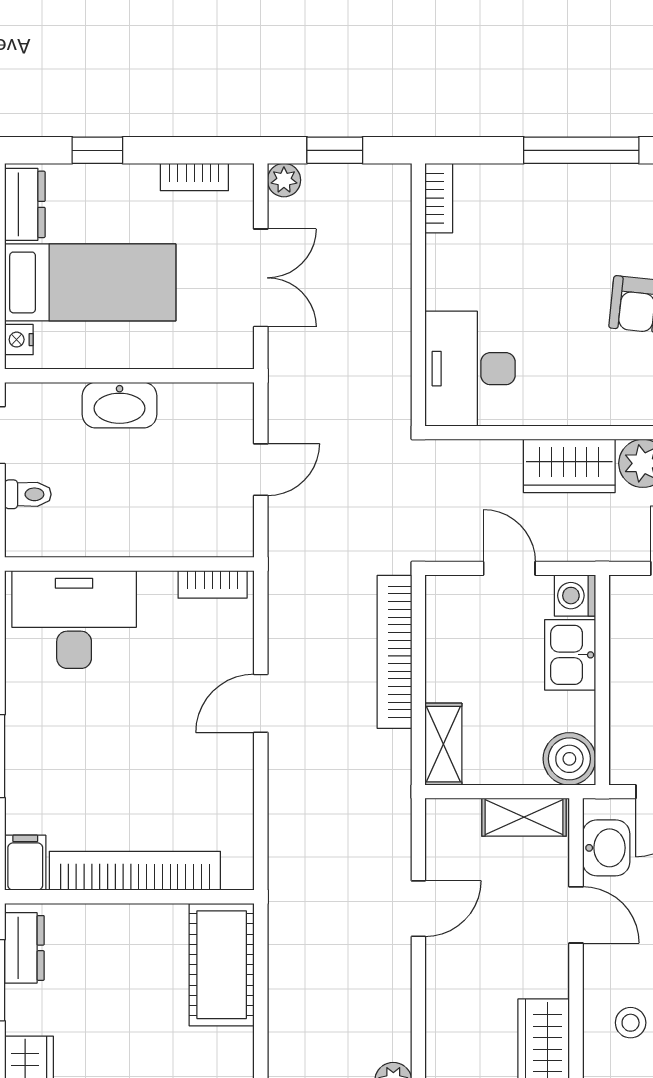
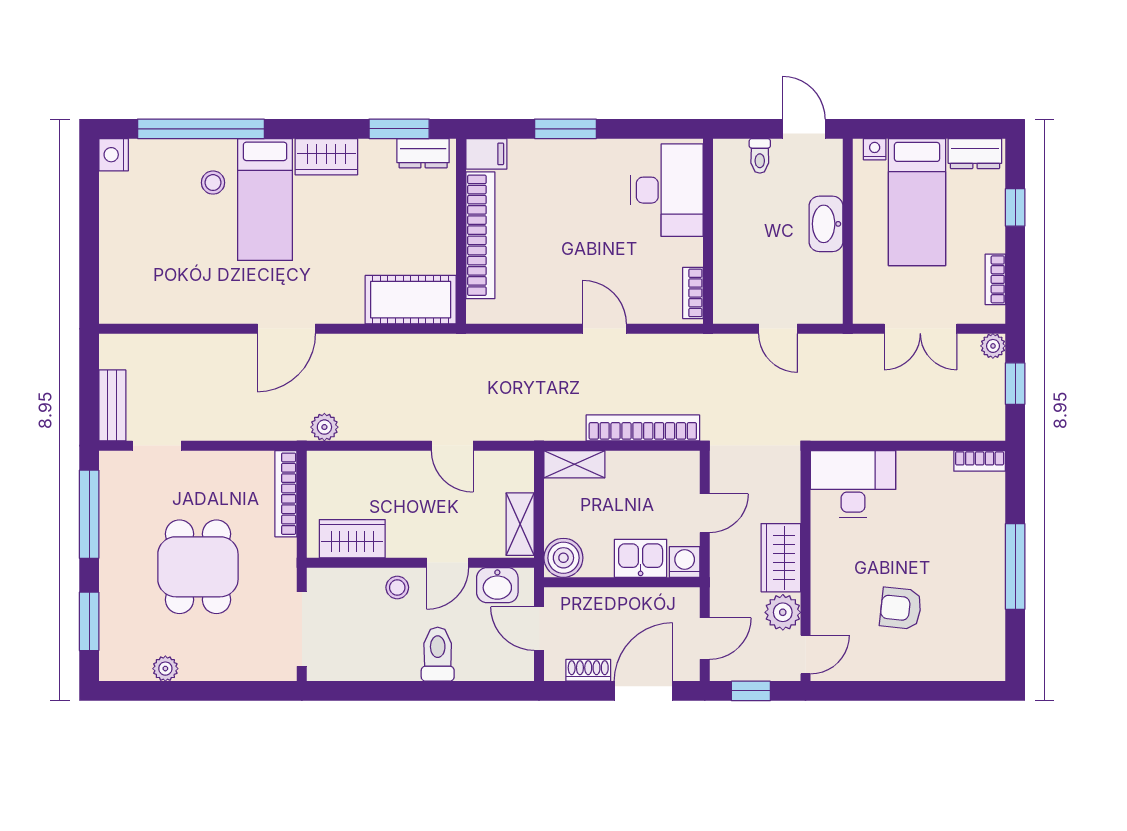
stool: (631, 1023) -> (397, 587), moved

